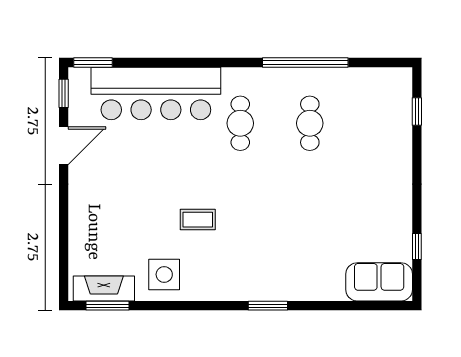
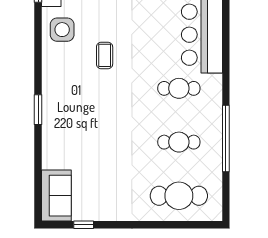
window: (417, 112) -> (188, 225), removed
cafe table: (379, 123) -> (179, 196), added

